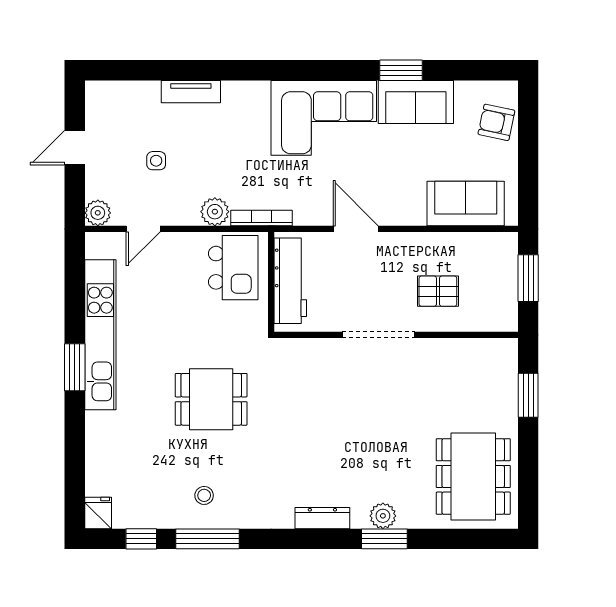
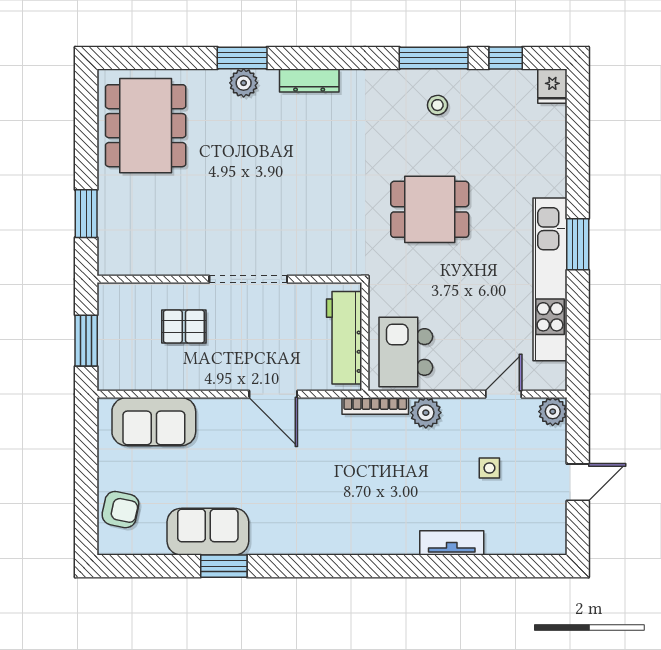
corner sofa: (324, 118) -> (308, 514), removed

